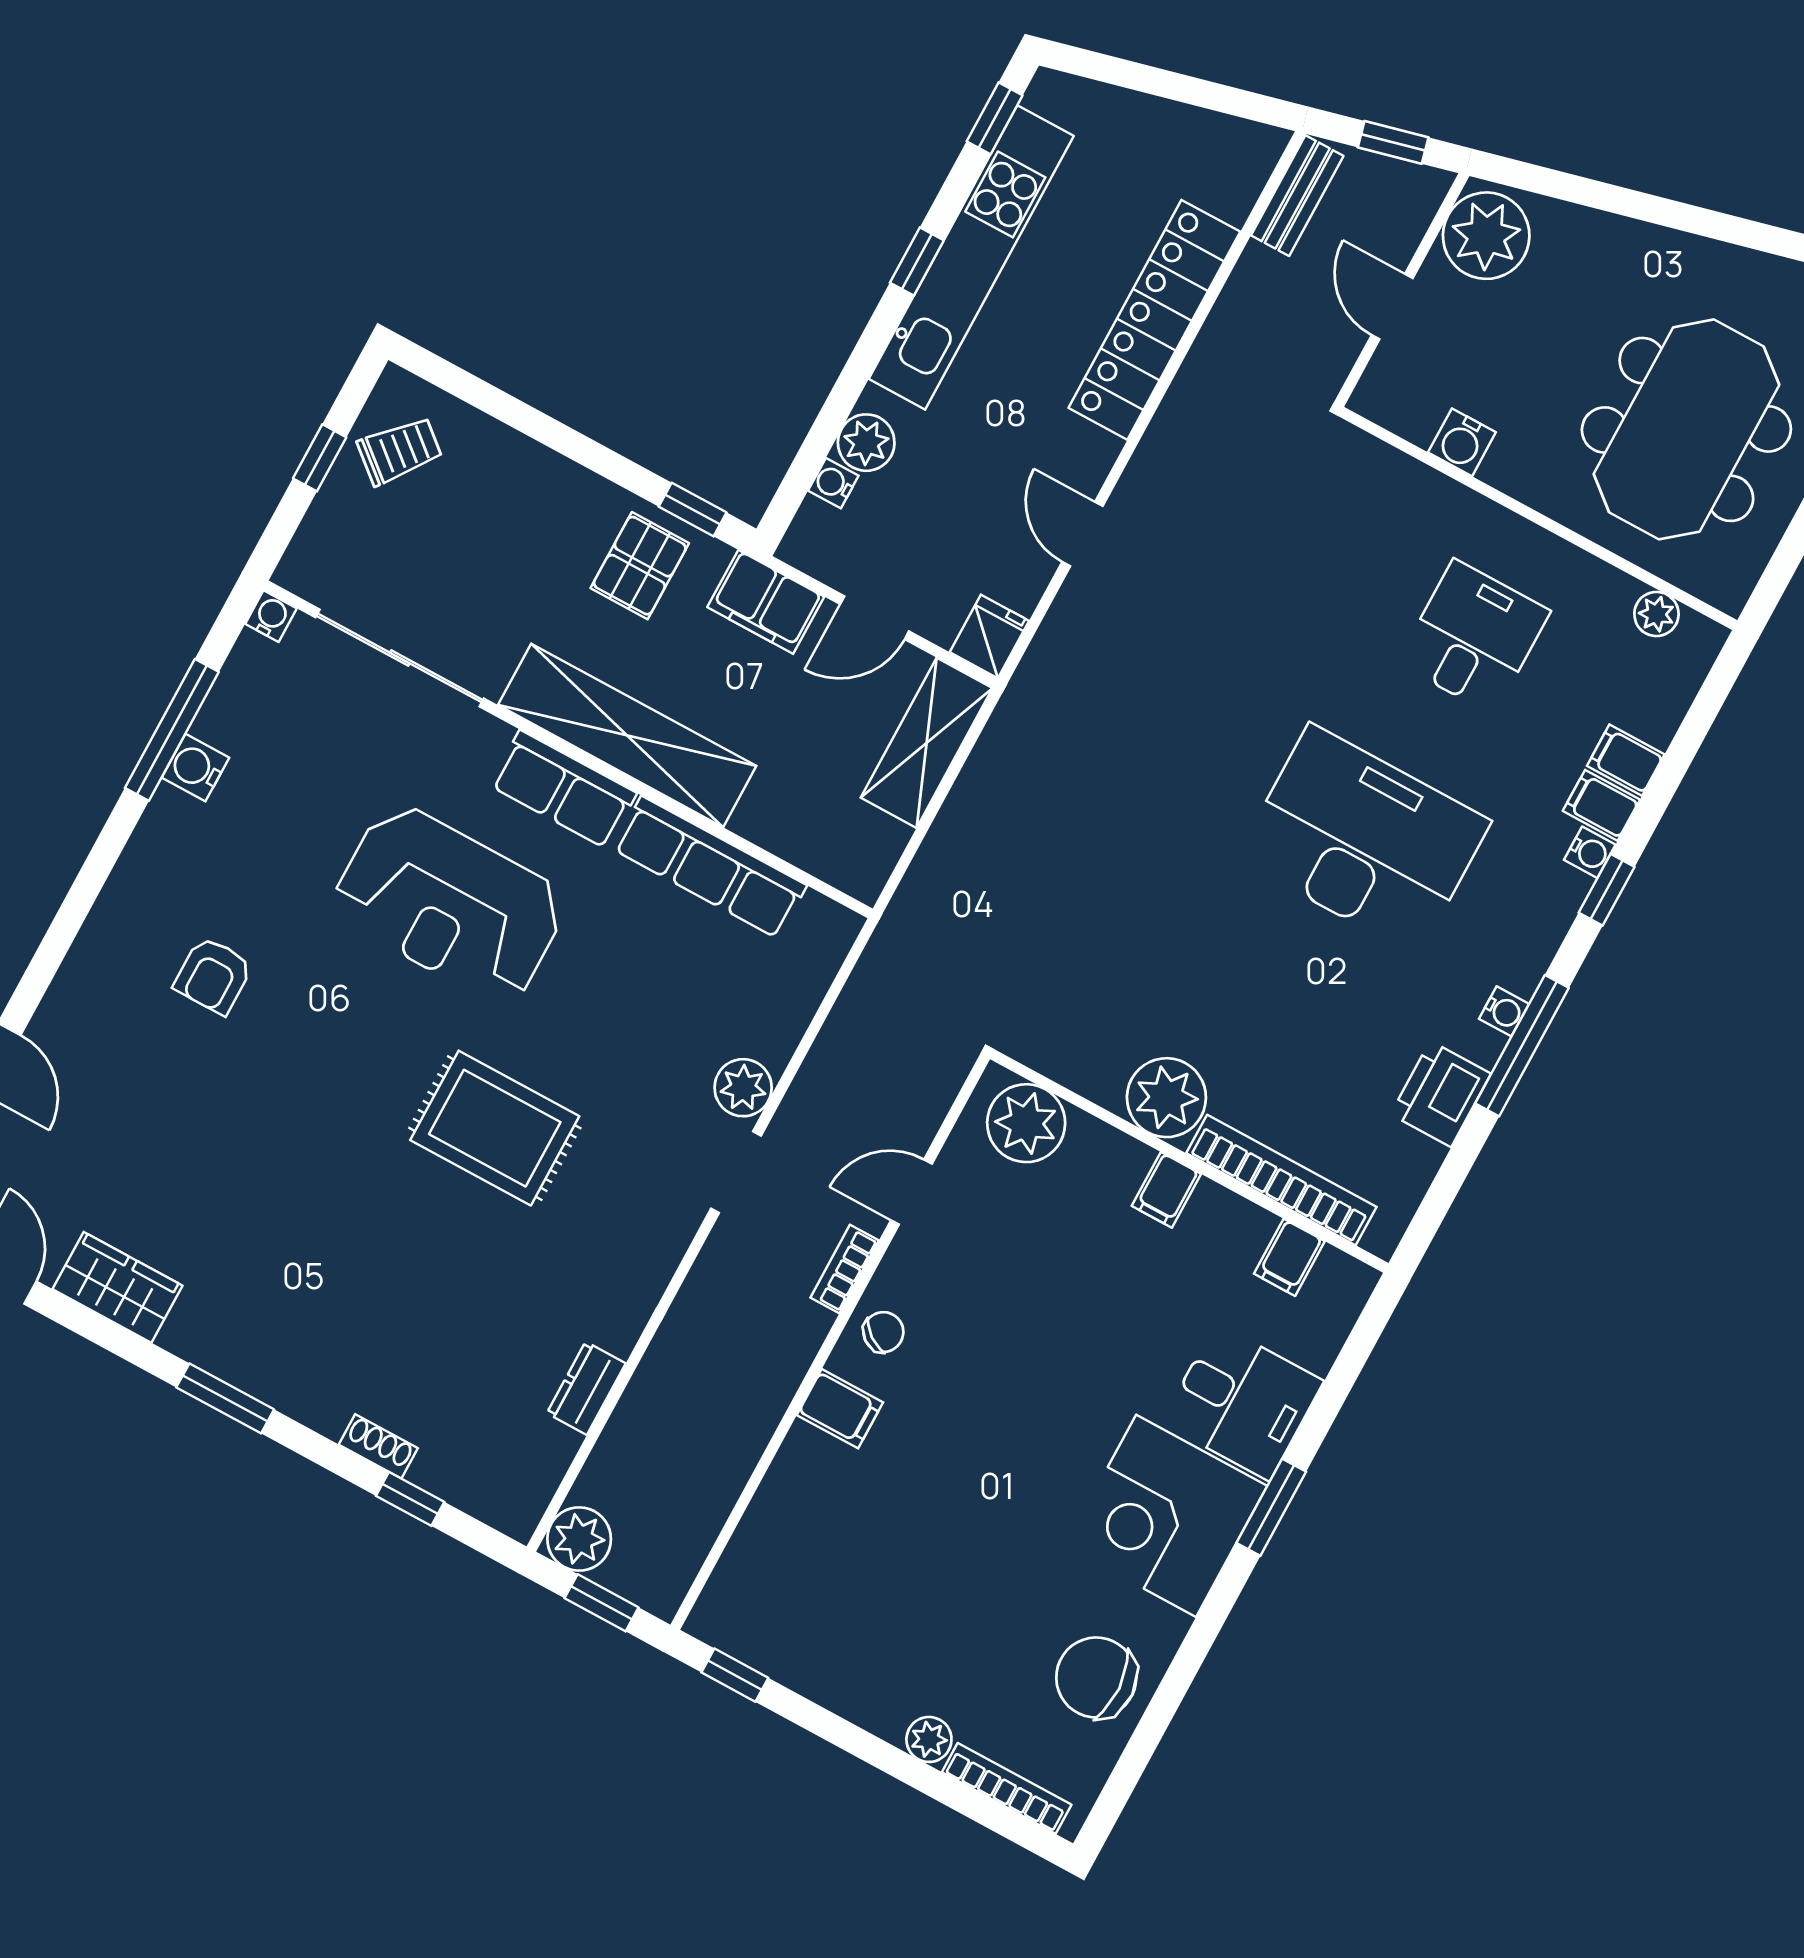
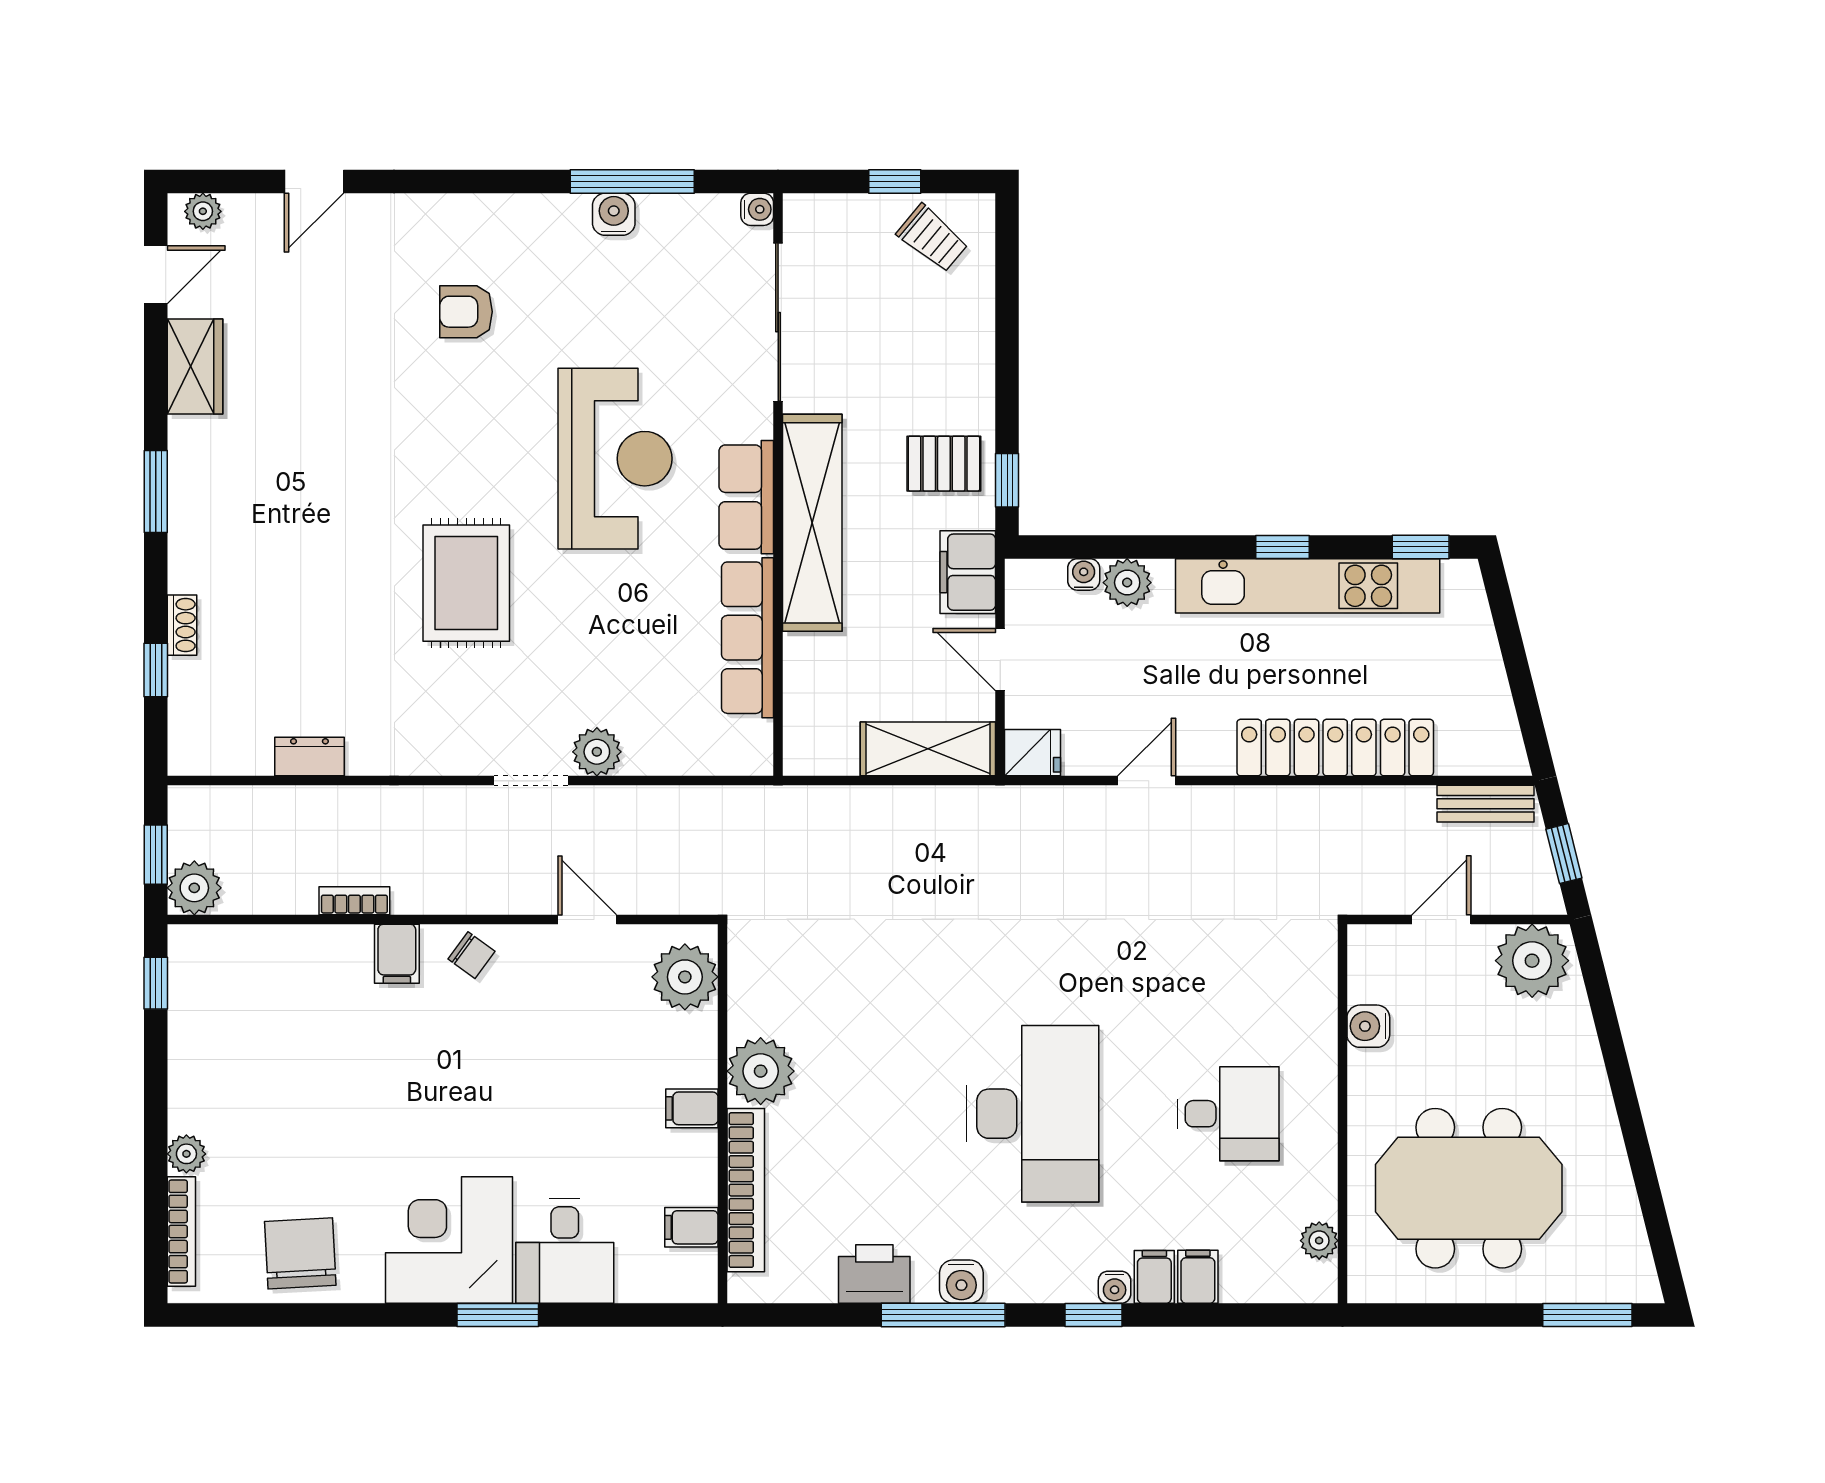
reception desk: (450, 904) -> (615, 459), turned 180
water cooler: (1504, 1011) -> (961, 1282), width x1.38, depth x1.38
bookcase: (845, 1269) -> (354, 901), moved
plant: (579, 1539) -> (194, 888), moved

